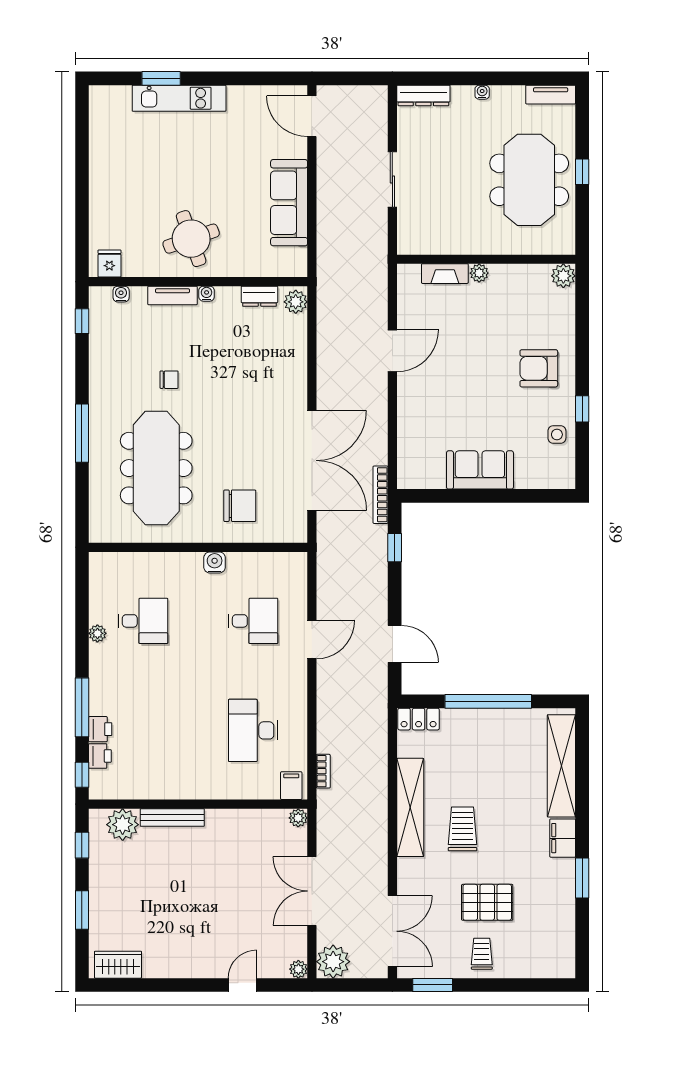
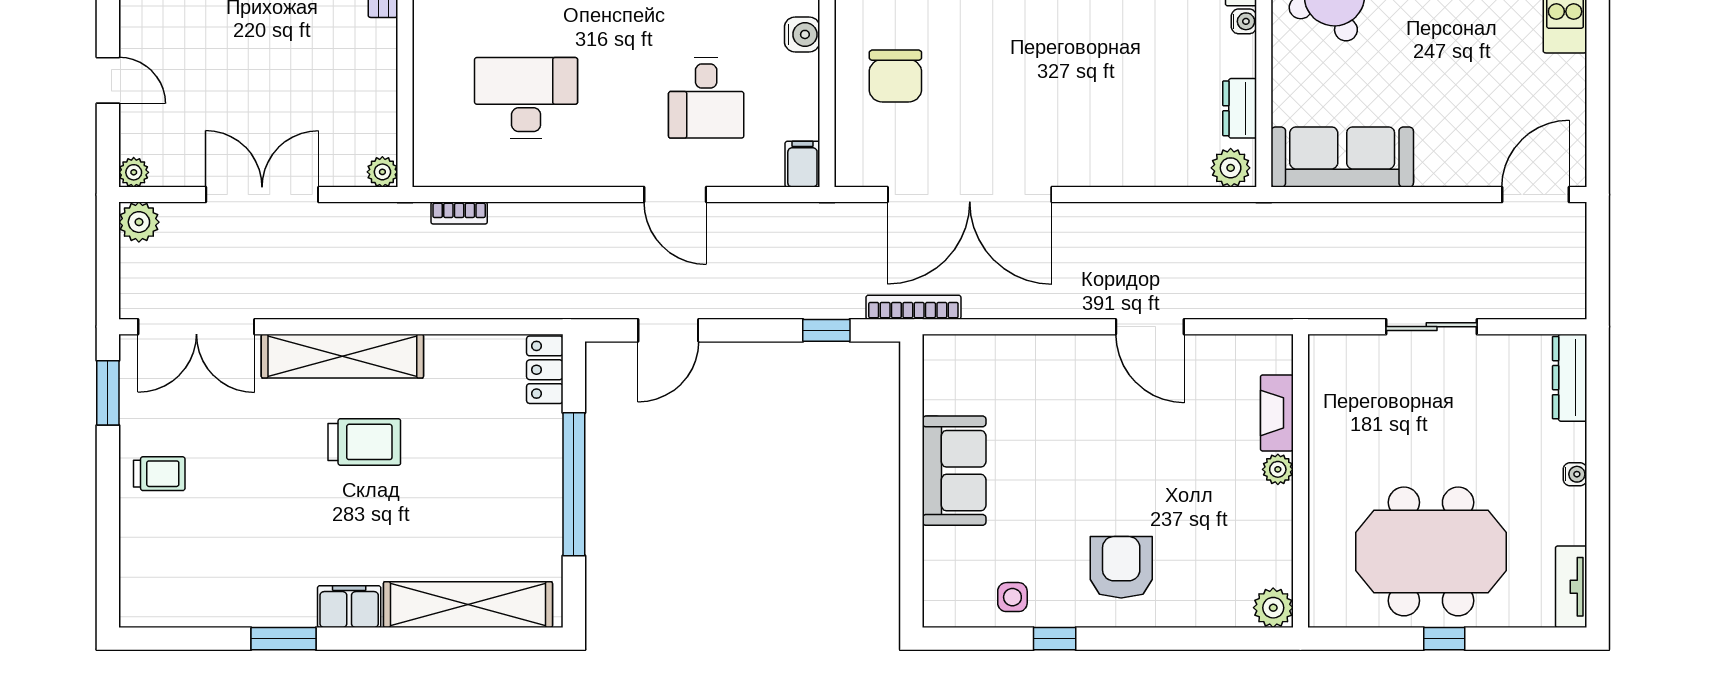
sofa: (289, 203) -> (1342, 157), moved
filing cabinet: (291, 786) -> (802, 164), moved, turned -90
shelving: (410, 807) -> (342, 356), moved
pallet: (487, 902) -> (244, 483), removed
plant: (333, 962) -> (139, 222), width x0.73, depth x0.73

